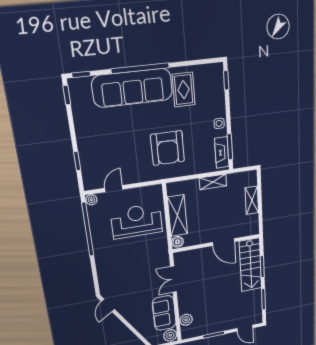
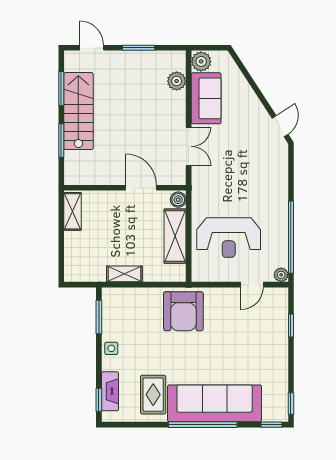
armchair: (168, 148) -> (183, 311), moved, turned 180
fireplace: (222, 153) -> (110, 391), moved
shelving: (252, 200) -> (72, 211), moved
door: (224, 242) -> (141, 188), moved
stairs: (250, 265) -> (78, 111), moved

